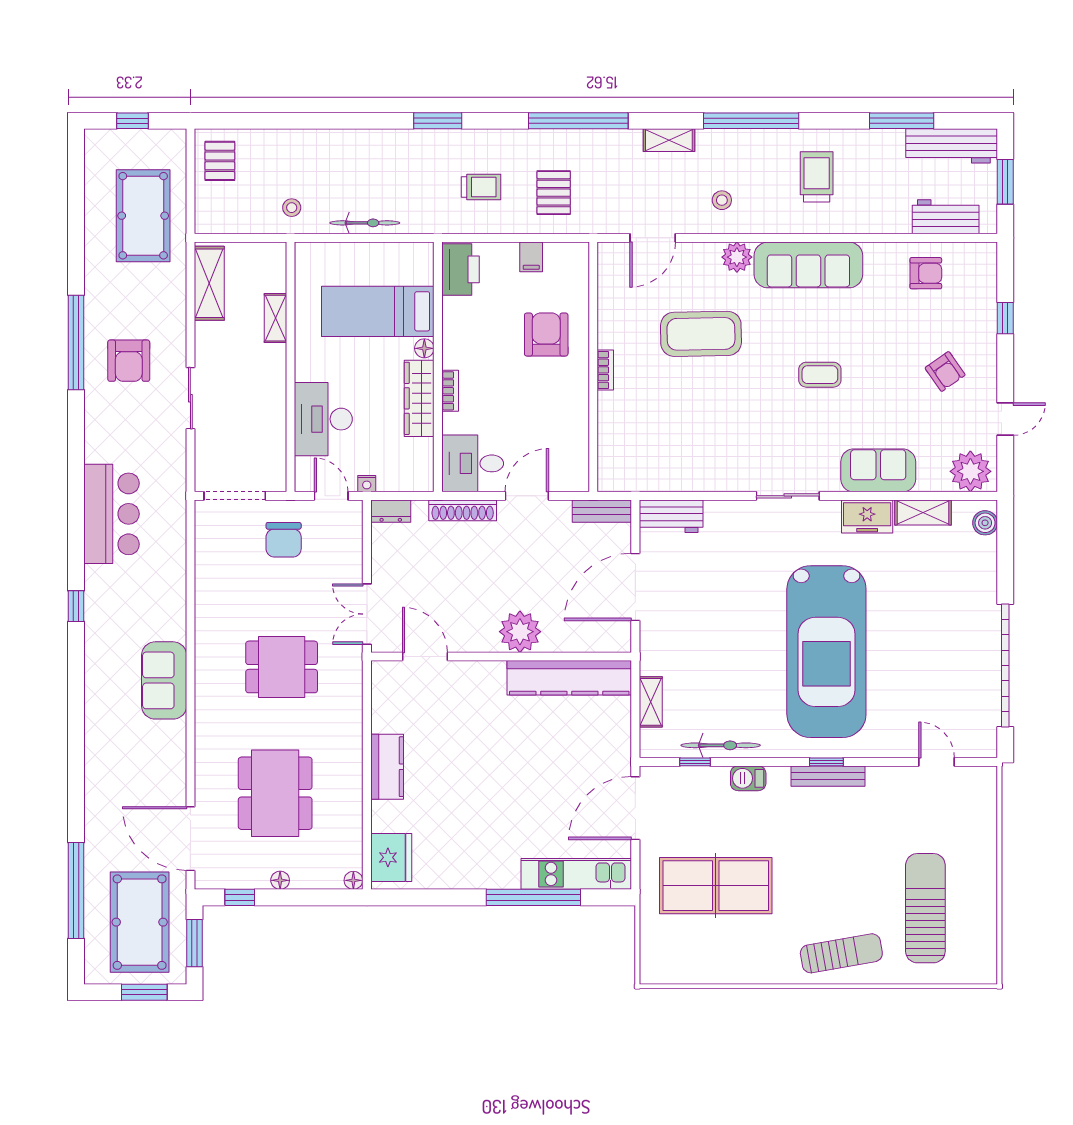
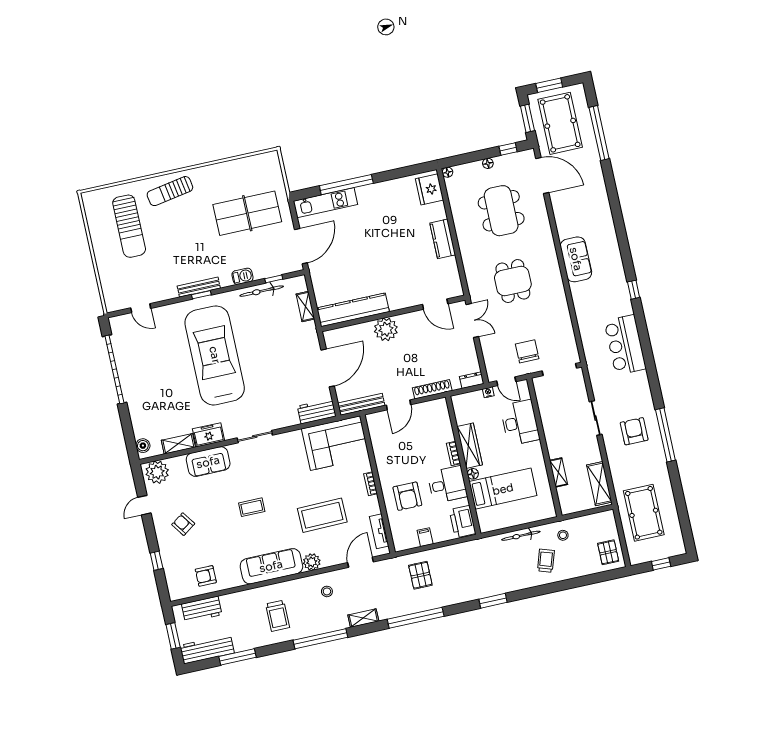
trolley: (481, 187) -> (546, 561), moved, turned 108
tv unit: (608, 284) -> (379, 531), added
corner sofa: (651, 454) -> (335, 443), added
desk: (473, 463) -> (447, 485), moved
bench: (602, 511) -> (361, 404), width x1.36
dining table: (282, 667) -> (513, 281), turned 90

